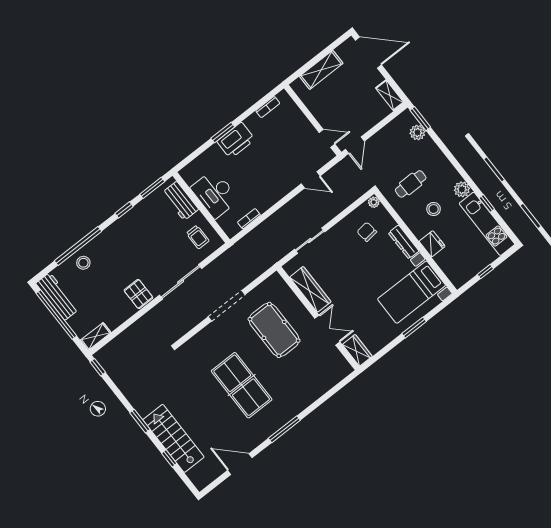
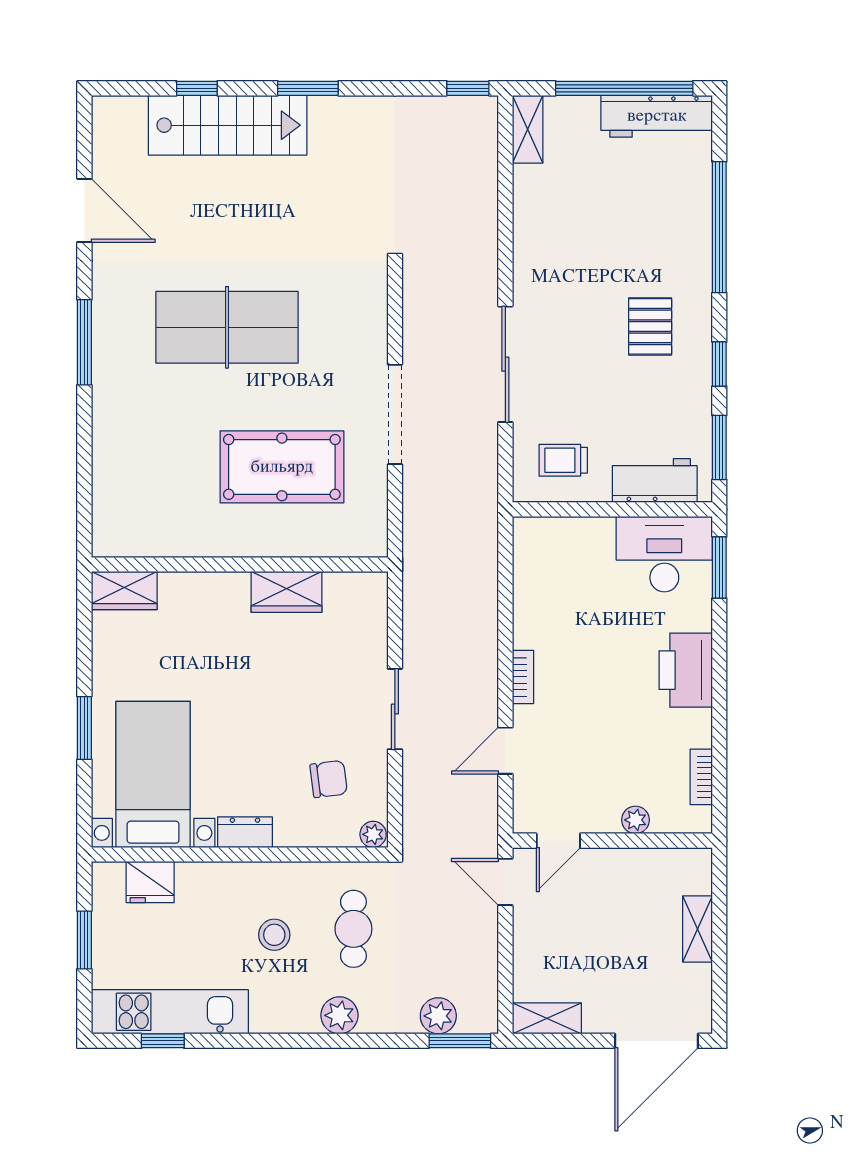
shelving: (321, 70) -> (698, 929), width x0.67, depth x0.75
plant: (300, 118) -> (635, 820), added
window: (223, 132) -> (719, 568), moved
plant: (462, 189) -> (339, 1015), moved
desk: (215, 194) -> (664, 554), moved
window: (487, 203) -> (163, 1041), moved
bookcase: (249, 219) -> (523, 677), moved
sliding door: (310, 241) -> (395, 709), moved
dresser: (404, 242) -> (245, 832), width x0.70
fridge: (432, 244) -> (150, 882), moved
stool: (83, 263) -> (681, 213), removed
window: (485, 272) -> (84, 940), width x1.50
wardrobe: (310, 289) -> (287, 592), width x0.67
pallet: (138, 294) -> (650, 326), moved, turned 90
double door: (327, 330) -> (205, 565), removed
door: (240, 464) -> (84, 210), hinge flipped

